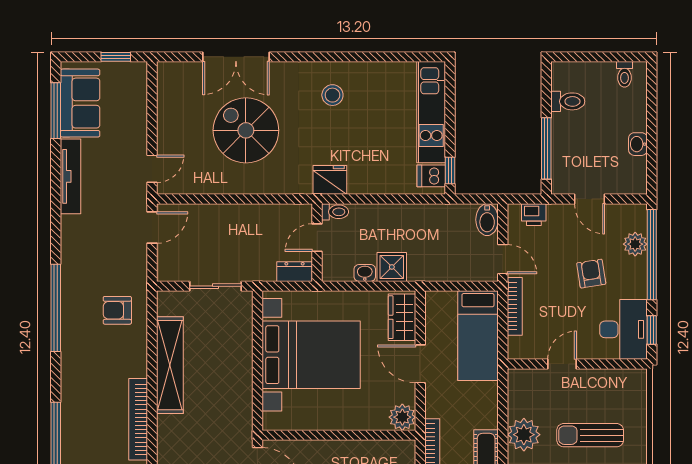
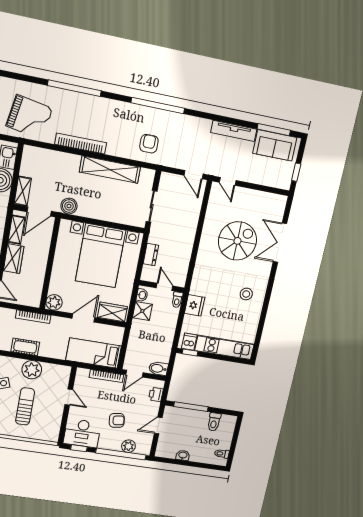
fridge: (330, 180) -> (195, 305), moved
toilet: (335, 212) -> (177, 300), moved
door: (317, 238) -> (165, 287), moved
wall: (317, 243) -> (162, 286), moved
boiler: (240, 420) -> (69, 206), added

